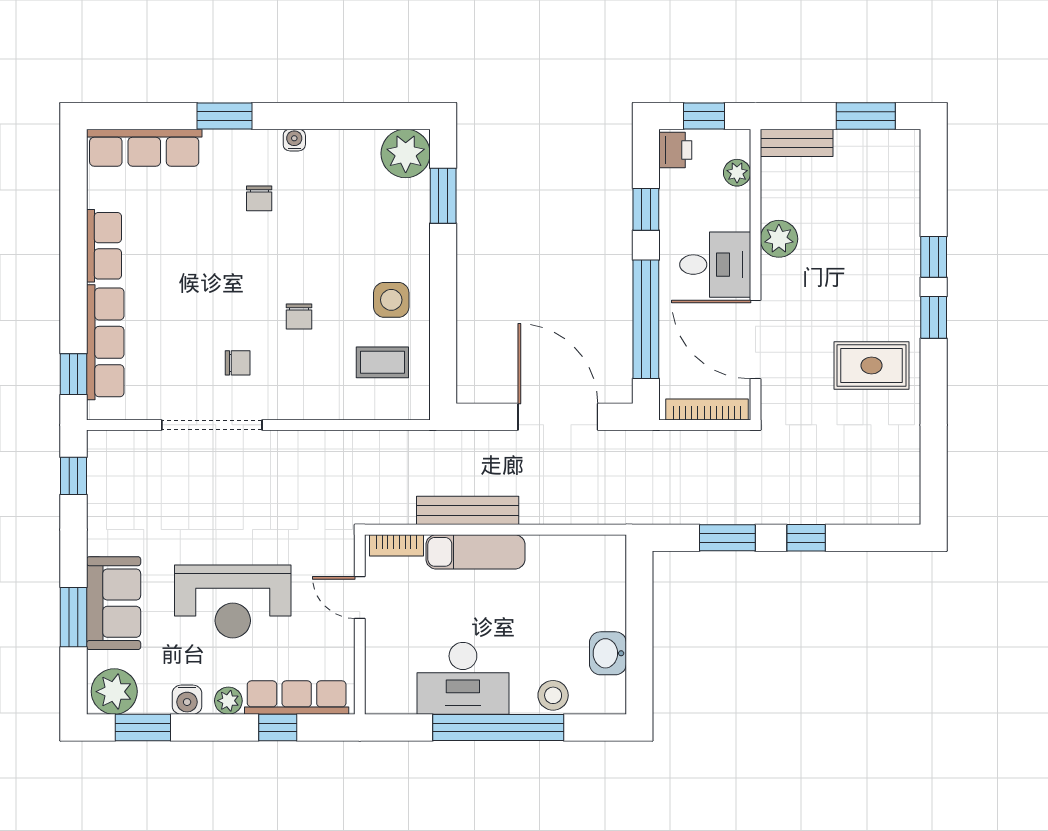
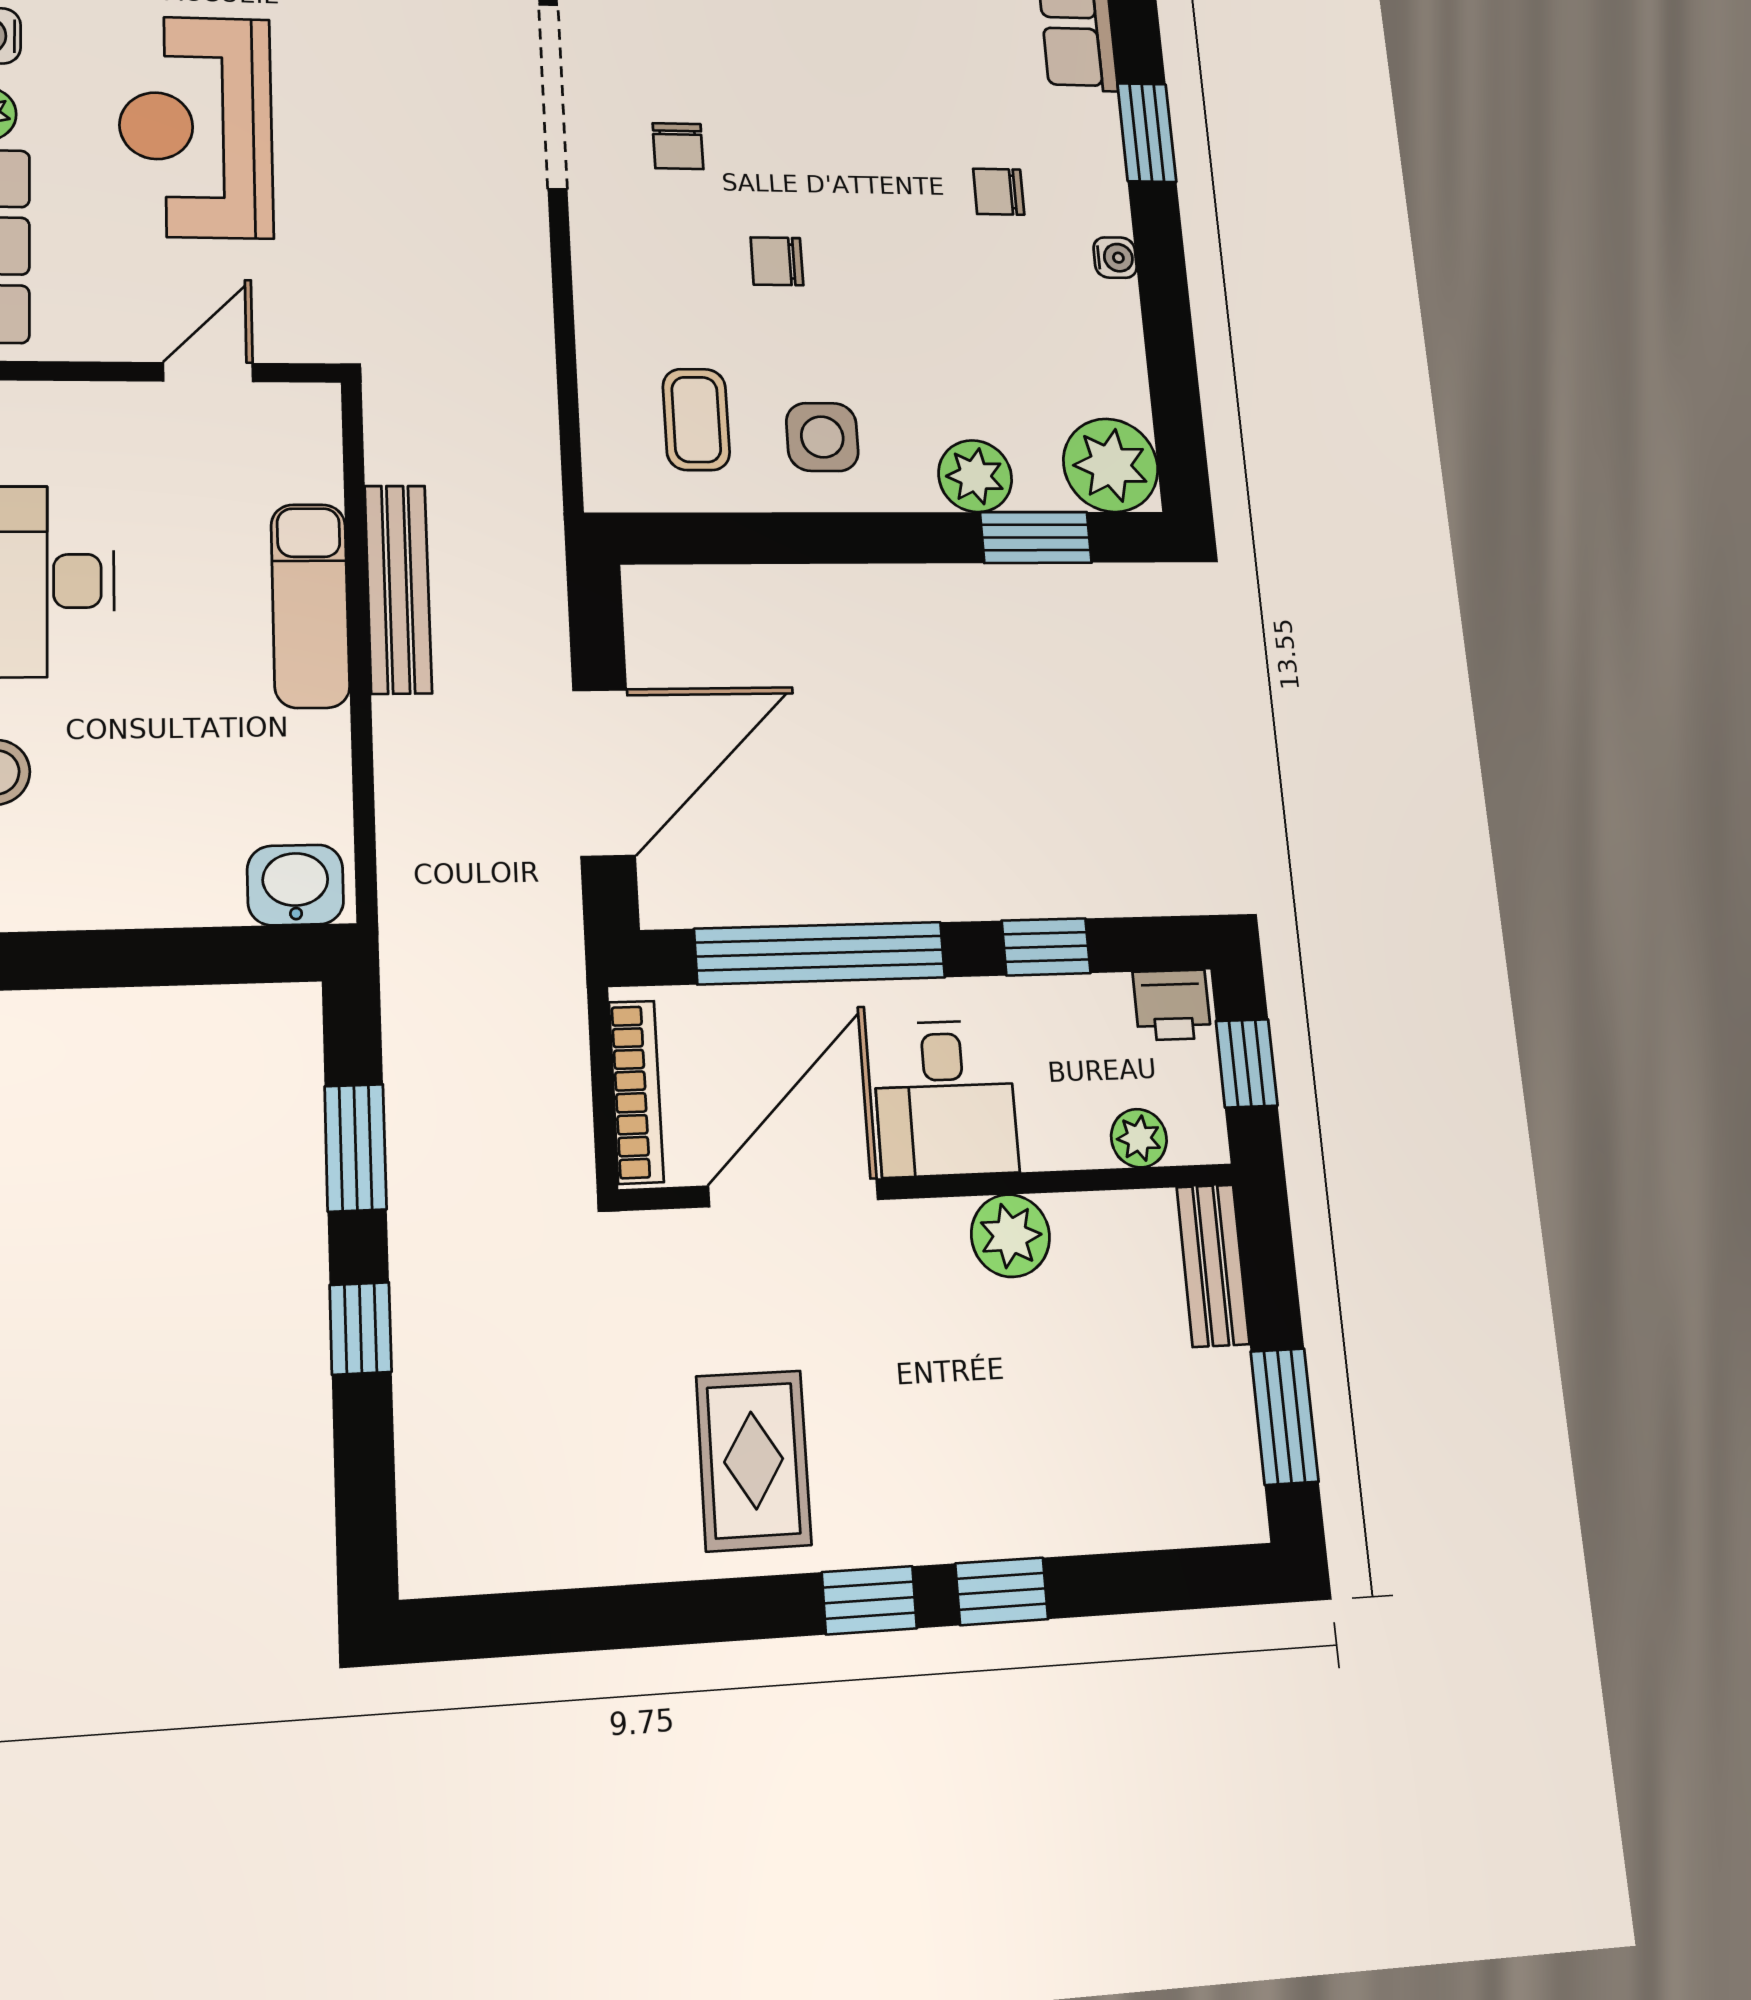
plant: (411, 224) -> (975, 476), added
bookcase: (397, 545) -> (320, 446), removed
washbasin: (608, 653) -> (295, 885), moved

